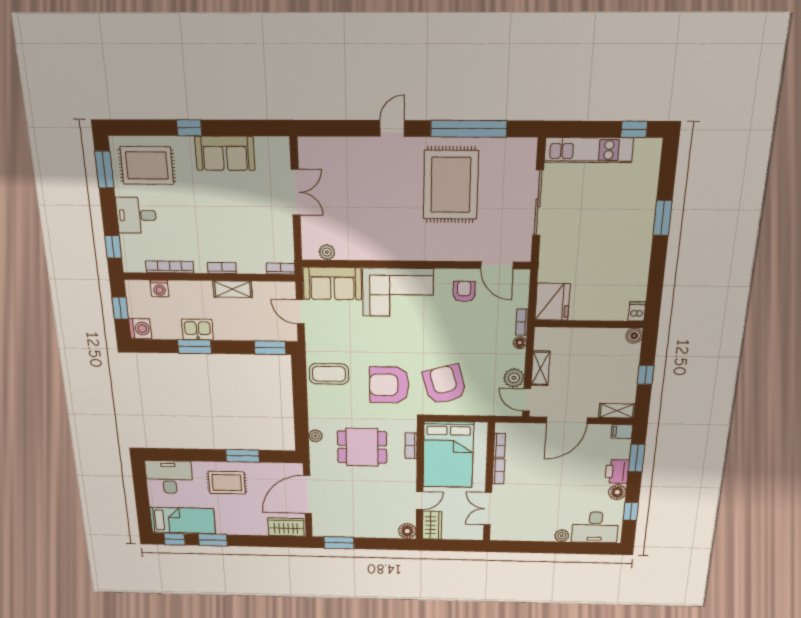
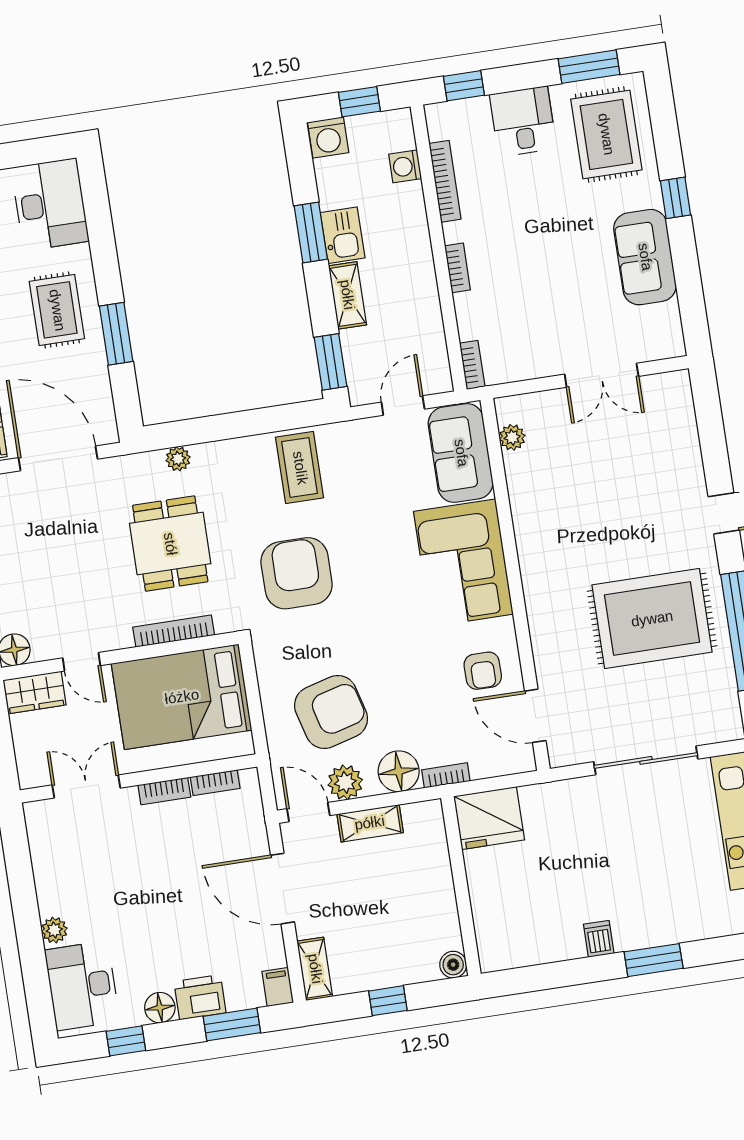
door: (497, 265) -> (535, 716), hinge flipped
shelving: (233, 289) -> (347, 295), moved
armchair: (464, 291) -> (483, 671), turned 90
dishwasher: (637, 311) -> (599, 939), moved, turned -90
floor lamp: (520, 343) -> (399, 771), width x1.89, depth x1.89
armchair: (444, 384) -> (331, 712), moved
door: (527, 400) -> (308, 812), hinge flipped
bookcase: (411, 446) -> (174, 631), width x1.56

